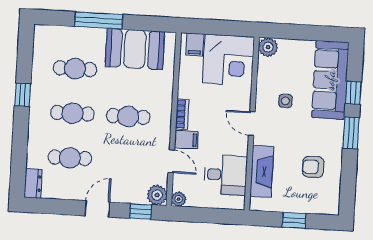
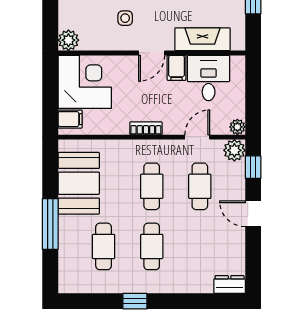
filing cabinet: (186, 140) -> (176, 68), moved, turned 180
cafe table: (70, 158) -> (200, 186), moved

